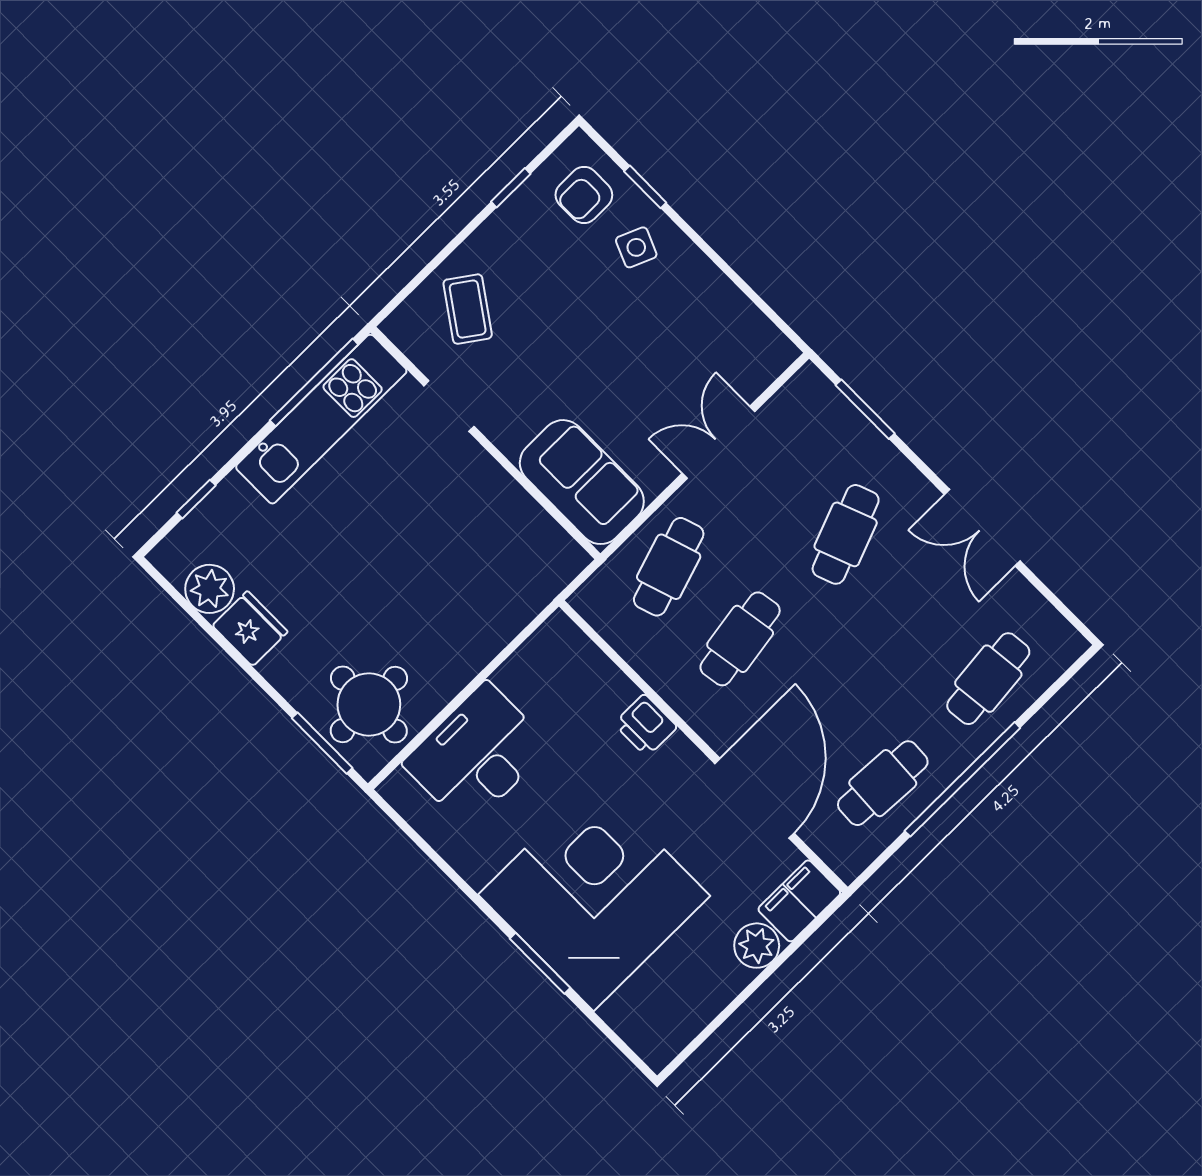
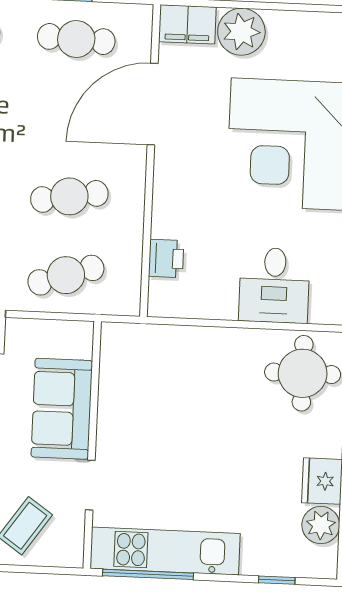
sofa: (582, 482) -> (62, 409), moved
printer: (646, 725) -> (166, 258), moved
desk: (477, 755) -> (274, 285), width x0.73
plant: (757, 946) -> (241, 32), width x1.36, depth x1.36

